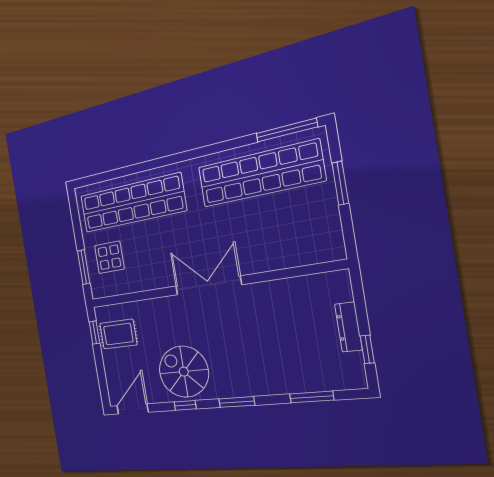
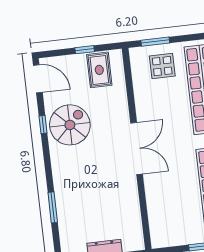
window: (94, 333) -> (85, 50), moved
window: (312, 397) -> (53, 207), moved
window: (237, 402) -> (48, 166), removed

